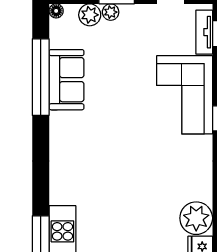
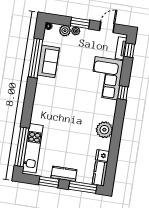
plant: (196, 218) -> (104, 130), moved

